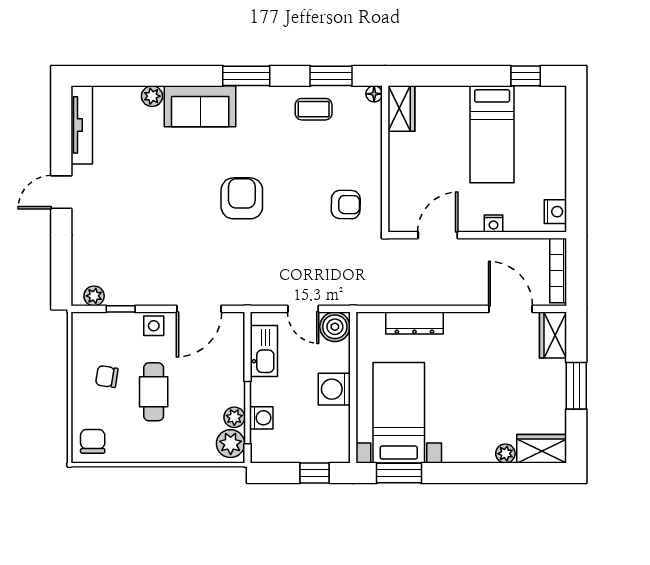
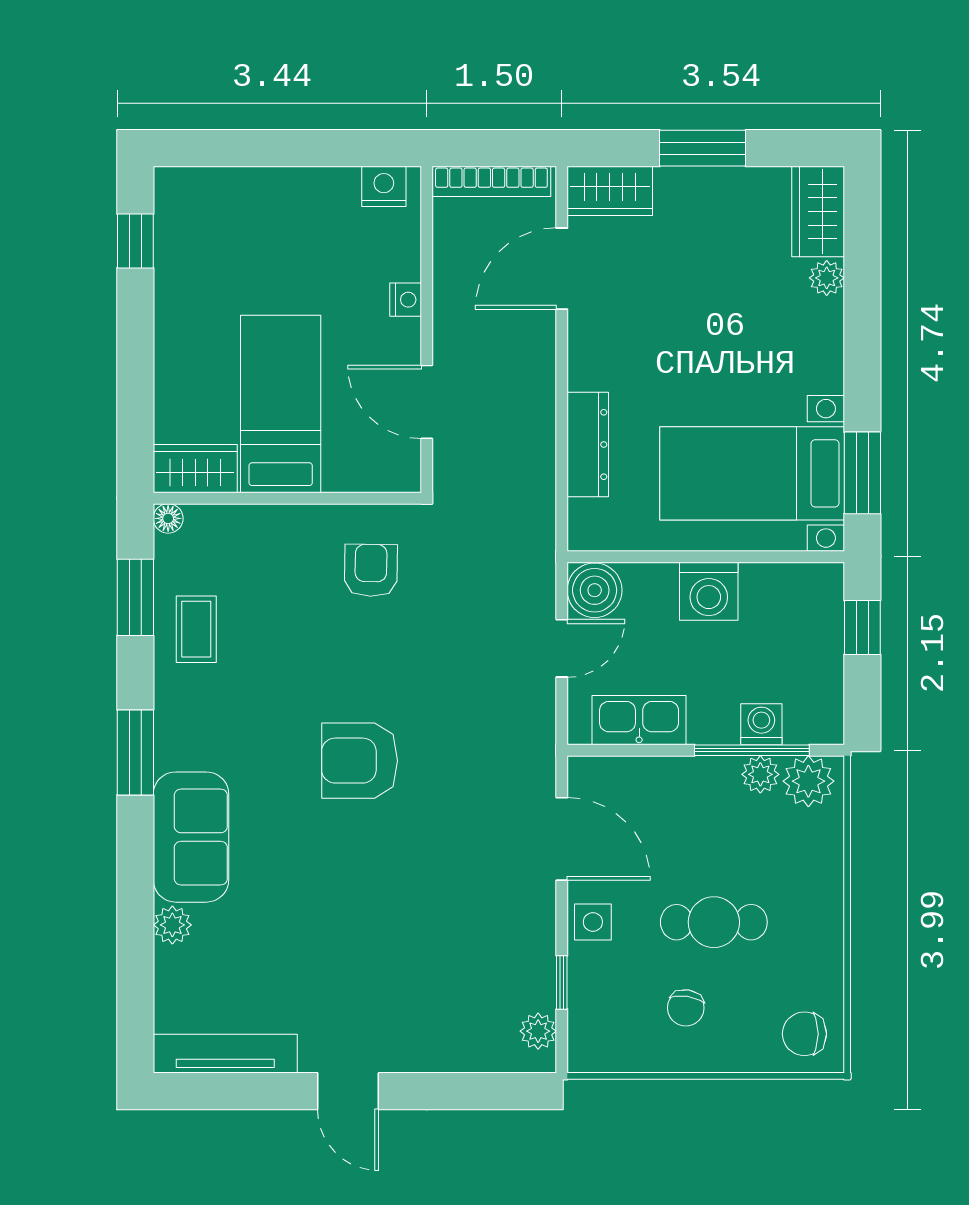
bed: (492, 134) -> (281, 404), moved, turned -90

